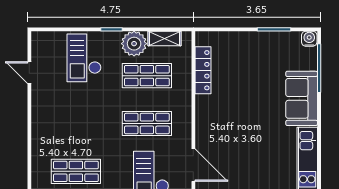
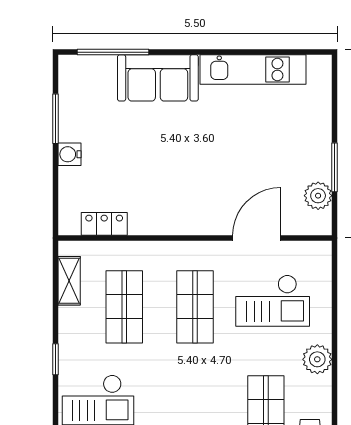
water cooler: (309, 39) -> (69, 154), moved
plant: (134, 44) -> (77, 326), removed
locker: (203, 70) -> (104, 224), width x0.66

